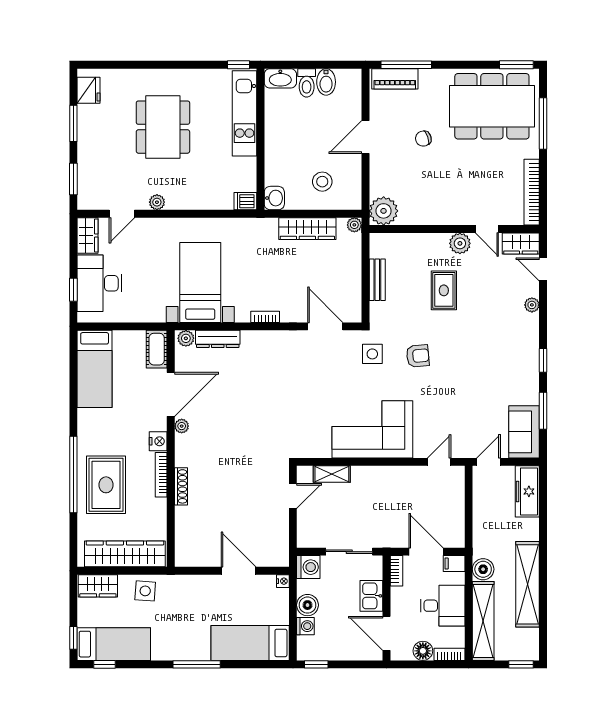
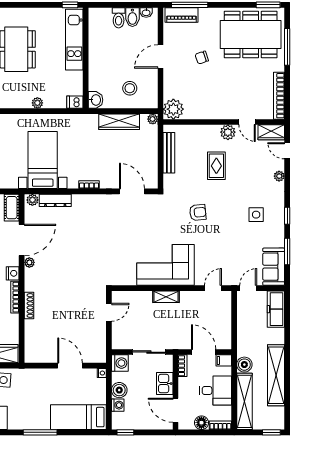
washbasin: (280, 78) -> (146, 12), moved, width x0.52, depth x0.69
plant: (157, 202) -> (37, 103), moved
bench: (377, 280) -> (169, 153), width x1.36
side table: (372, 354) -> (256, 215), moved
shelving: (332, 474) -> (166, 297), moved

